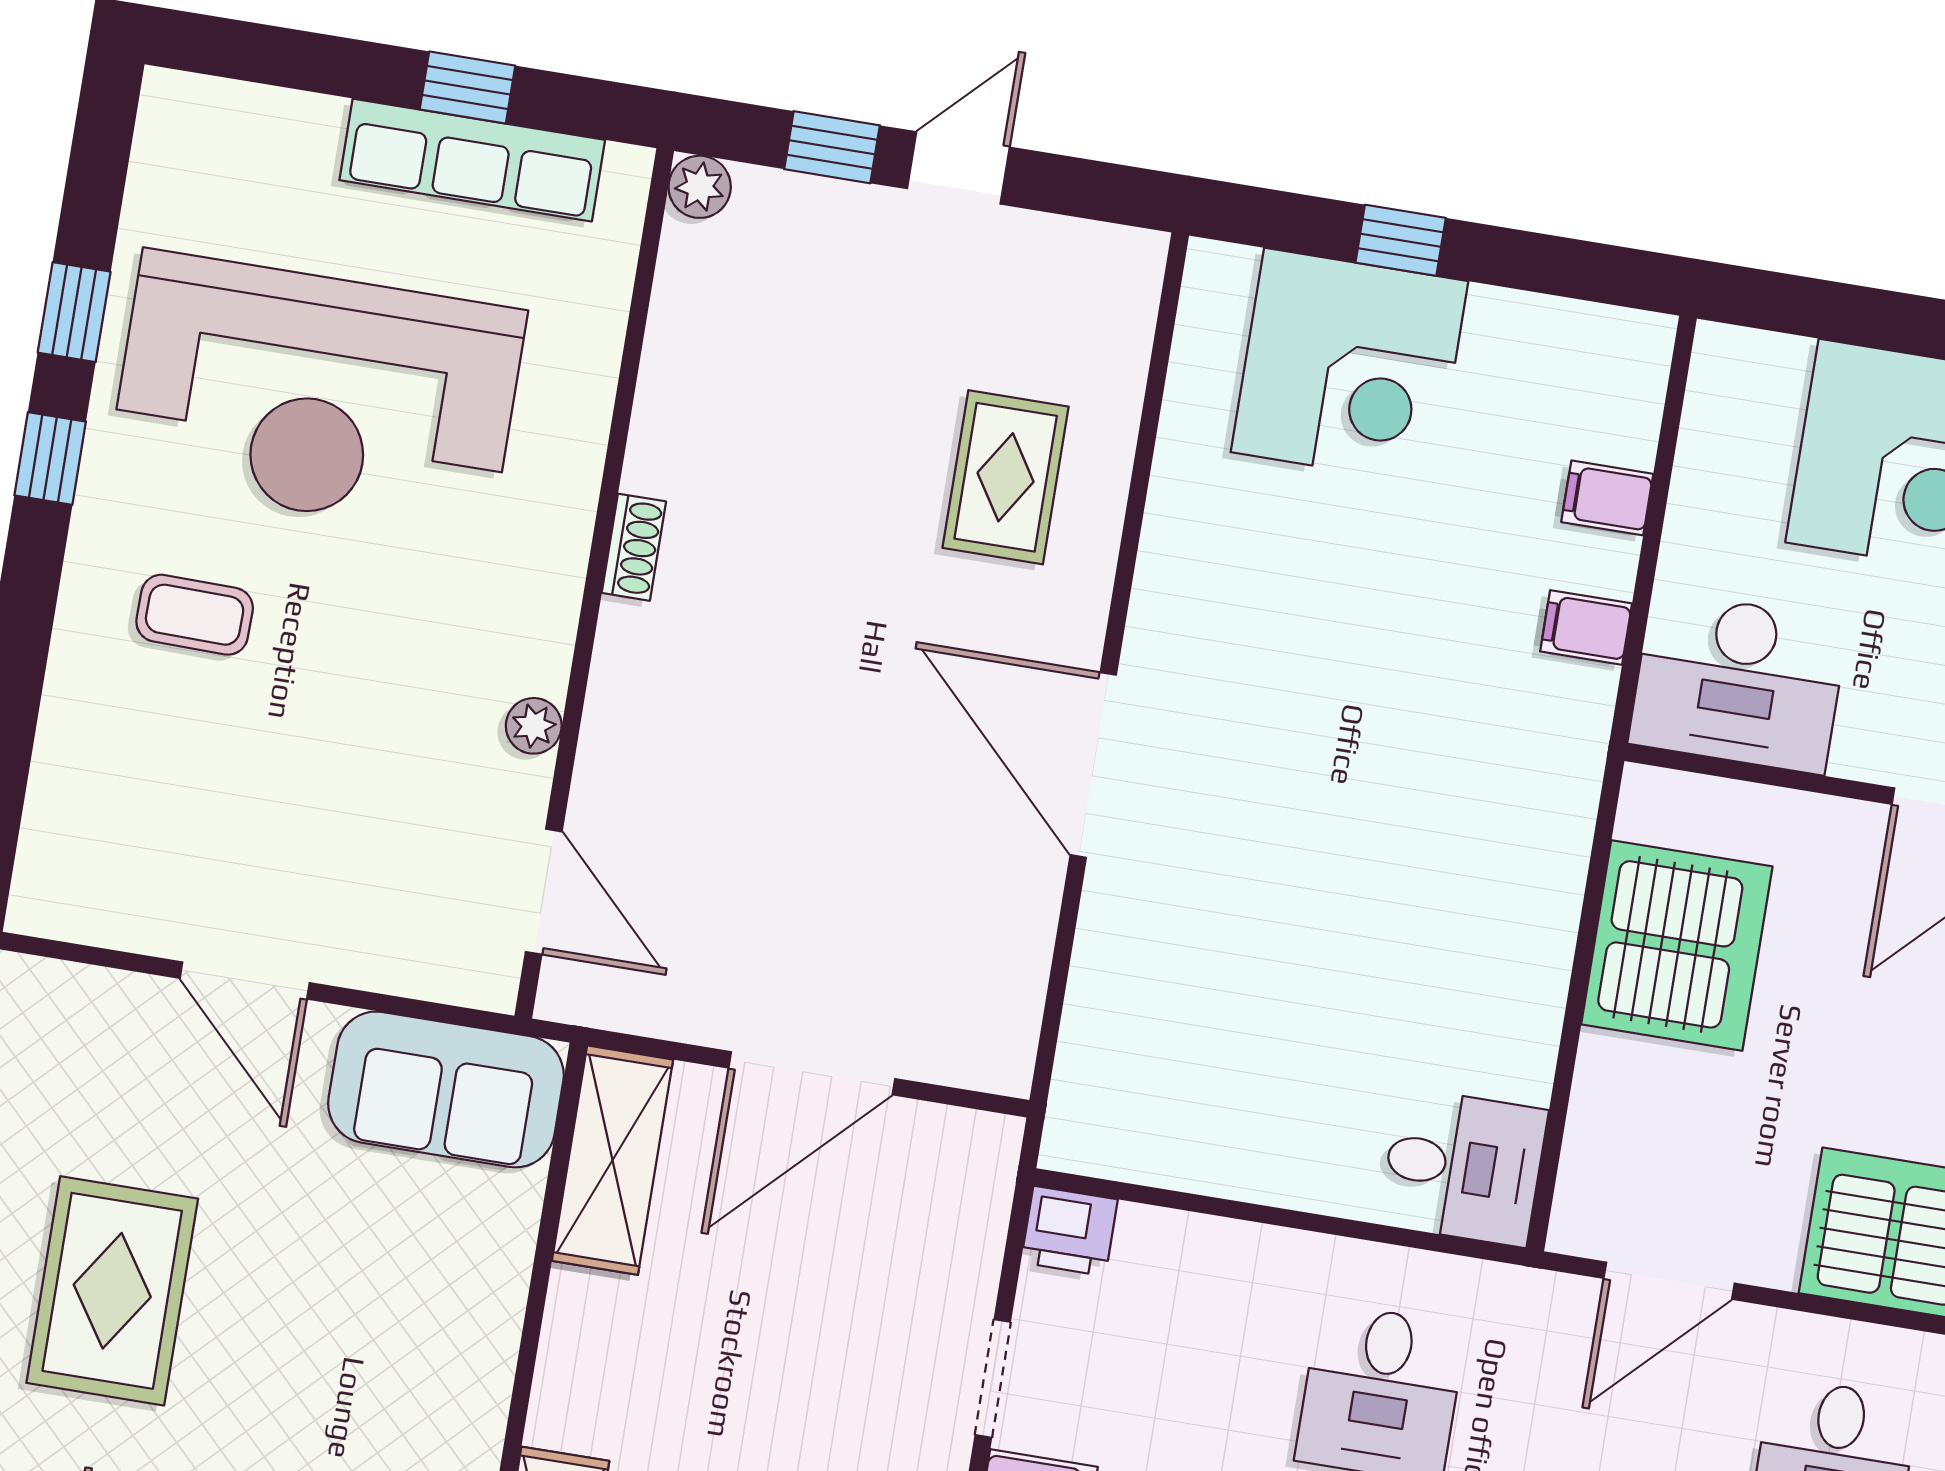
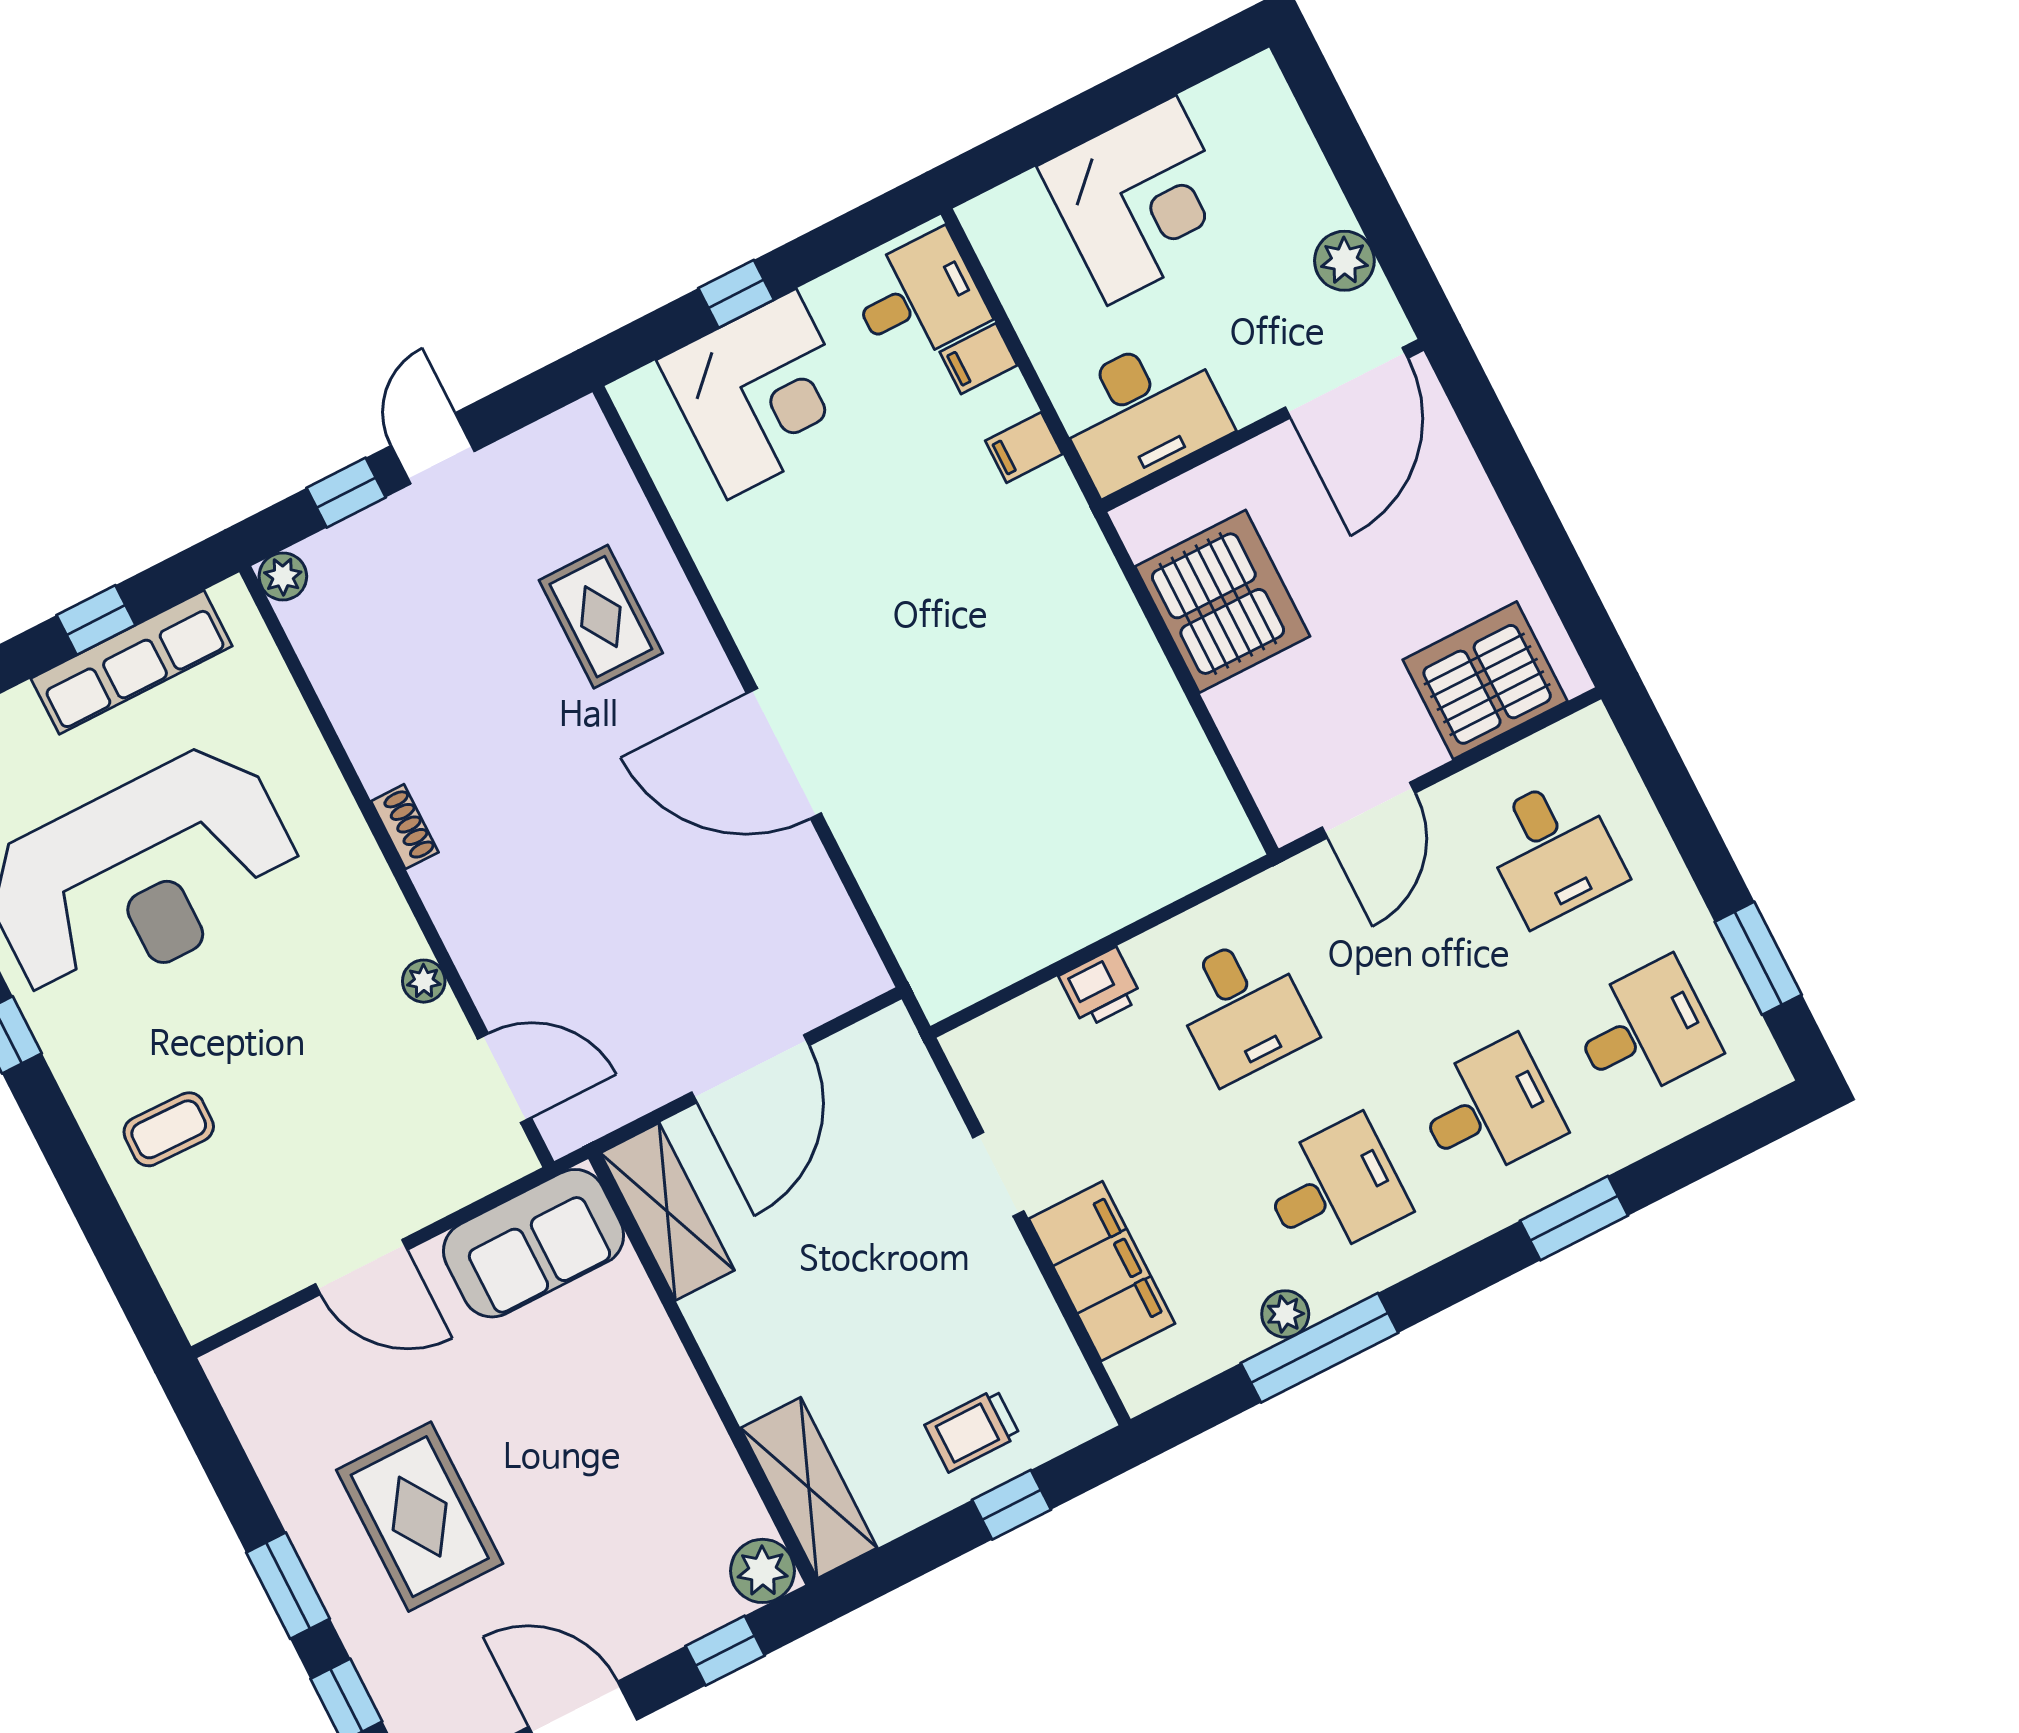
coffee table: (195, 615) -> (169, 1129), moved
desk: (1463, 1167) -> (919, 298), moved
printer: (1069, 1231) -> (1101, 987), moved

